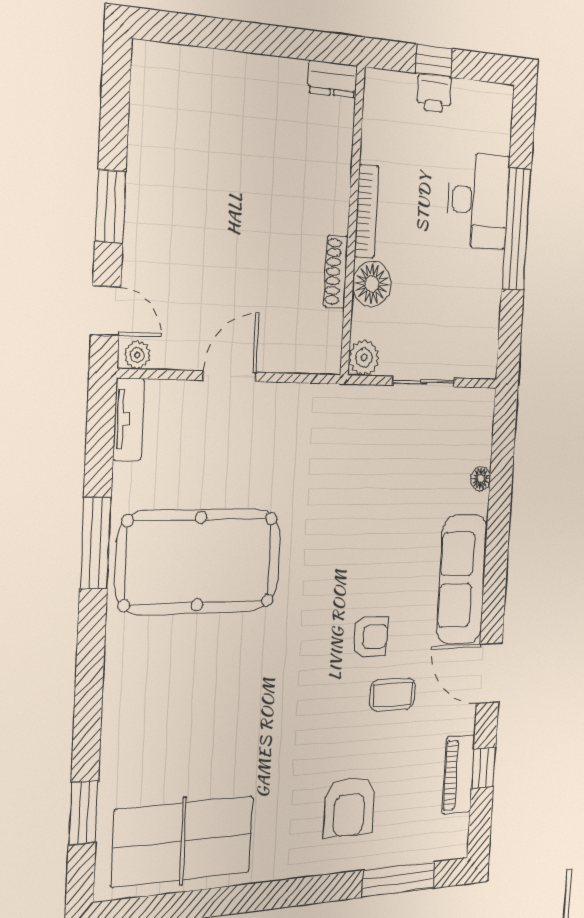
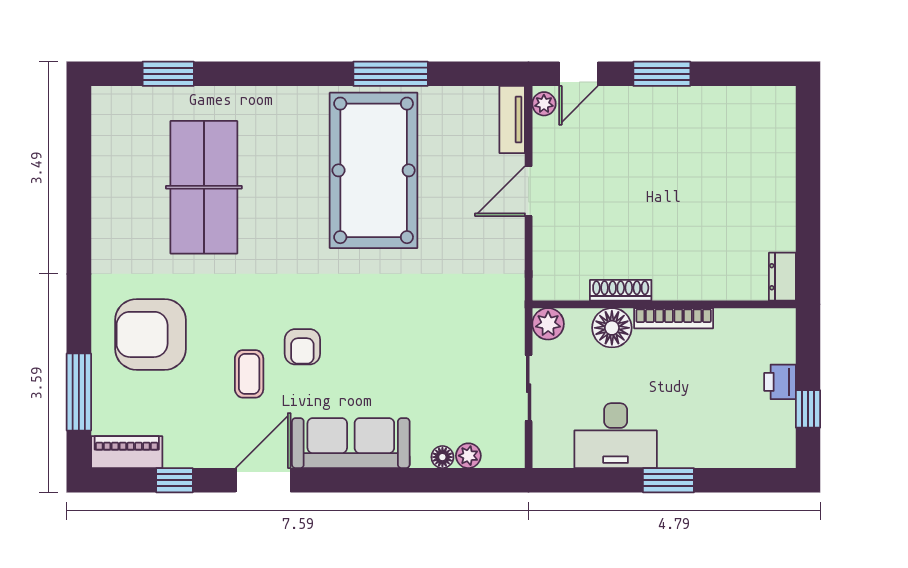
window: (434, 61) -> (808, 409), moved
desk: (478, 201) -> (616, 436), moved
window: (516, 229) -> (668, 480), width x0.47
door: (230, 376) -> (529, 191), swing flipped
tv unit: (129, 419) -> (512, 119), moved, turned 90
plant: (481, 450) -> (468, 456), added
piano: (458, 775) -> (127, 452), moved
armchair: (349, 807) -> (151, 334), width x1.36, depth x1.36
table tennis table: (183, 841) -> (204, 187), moved

